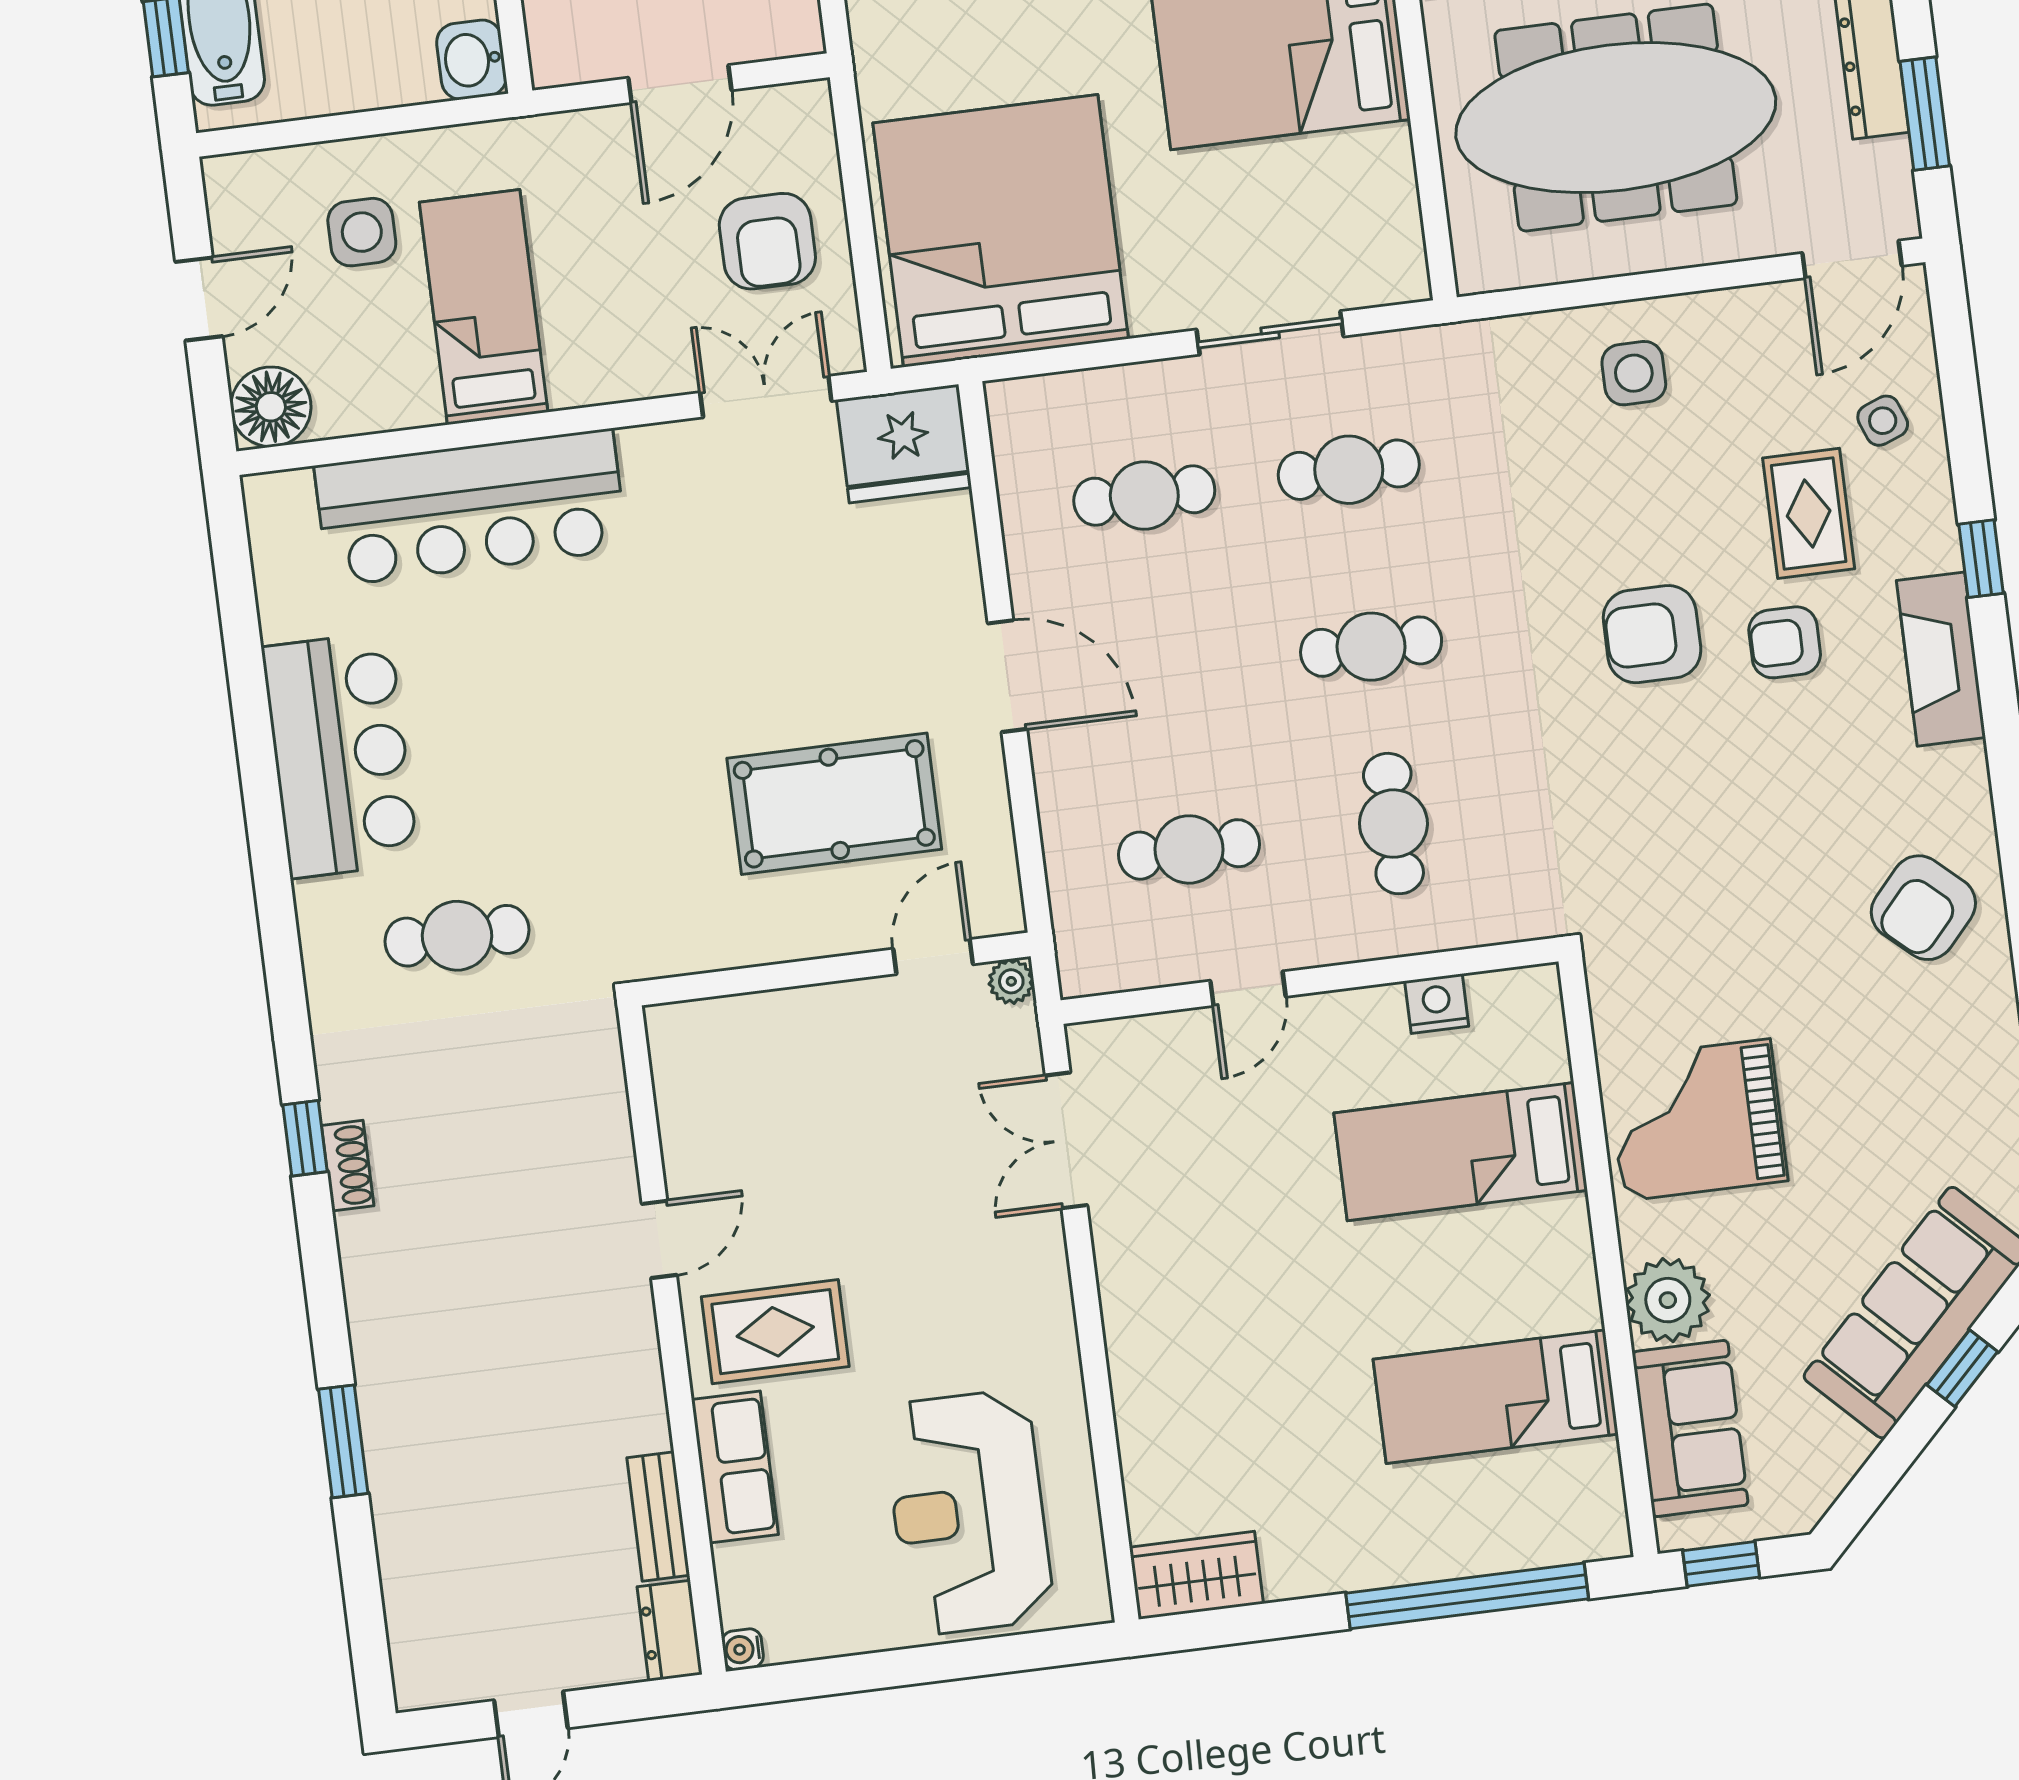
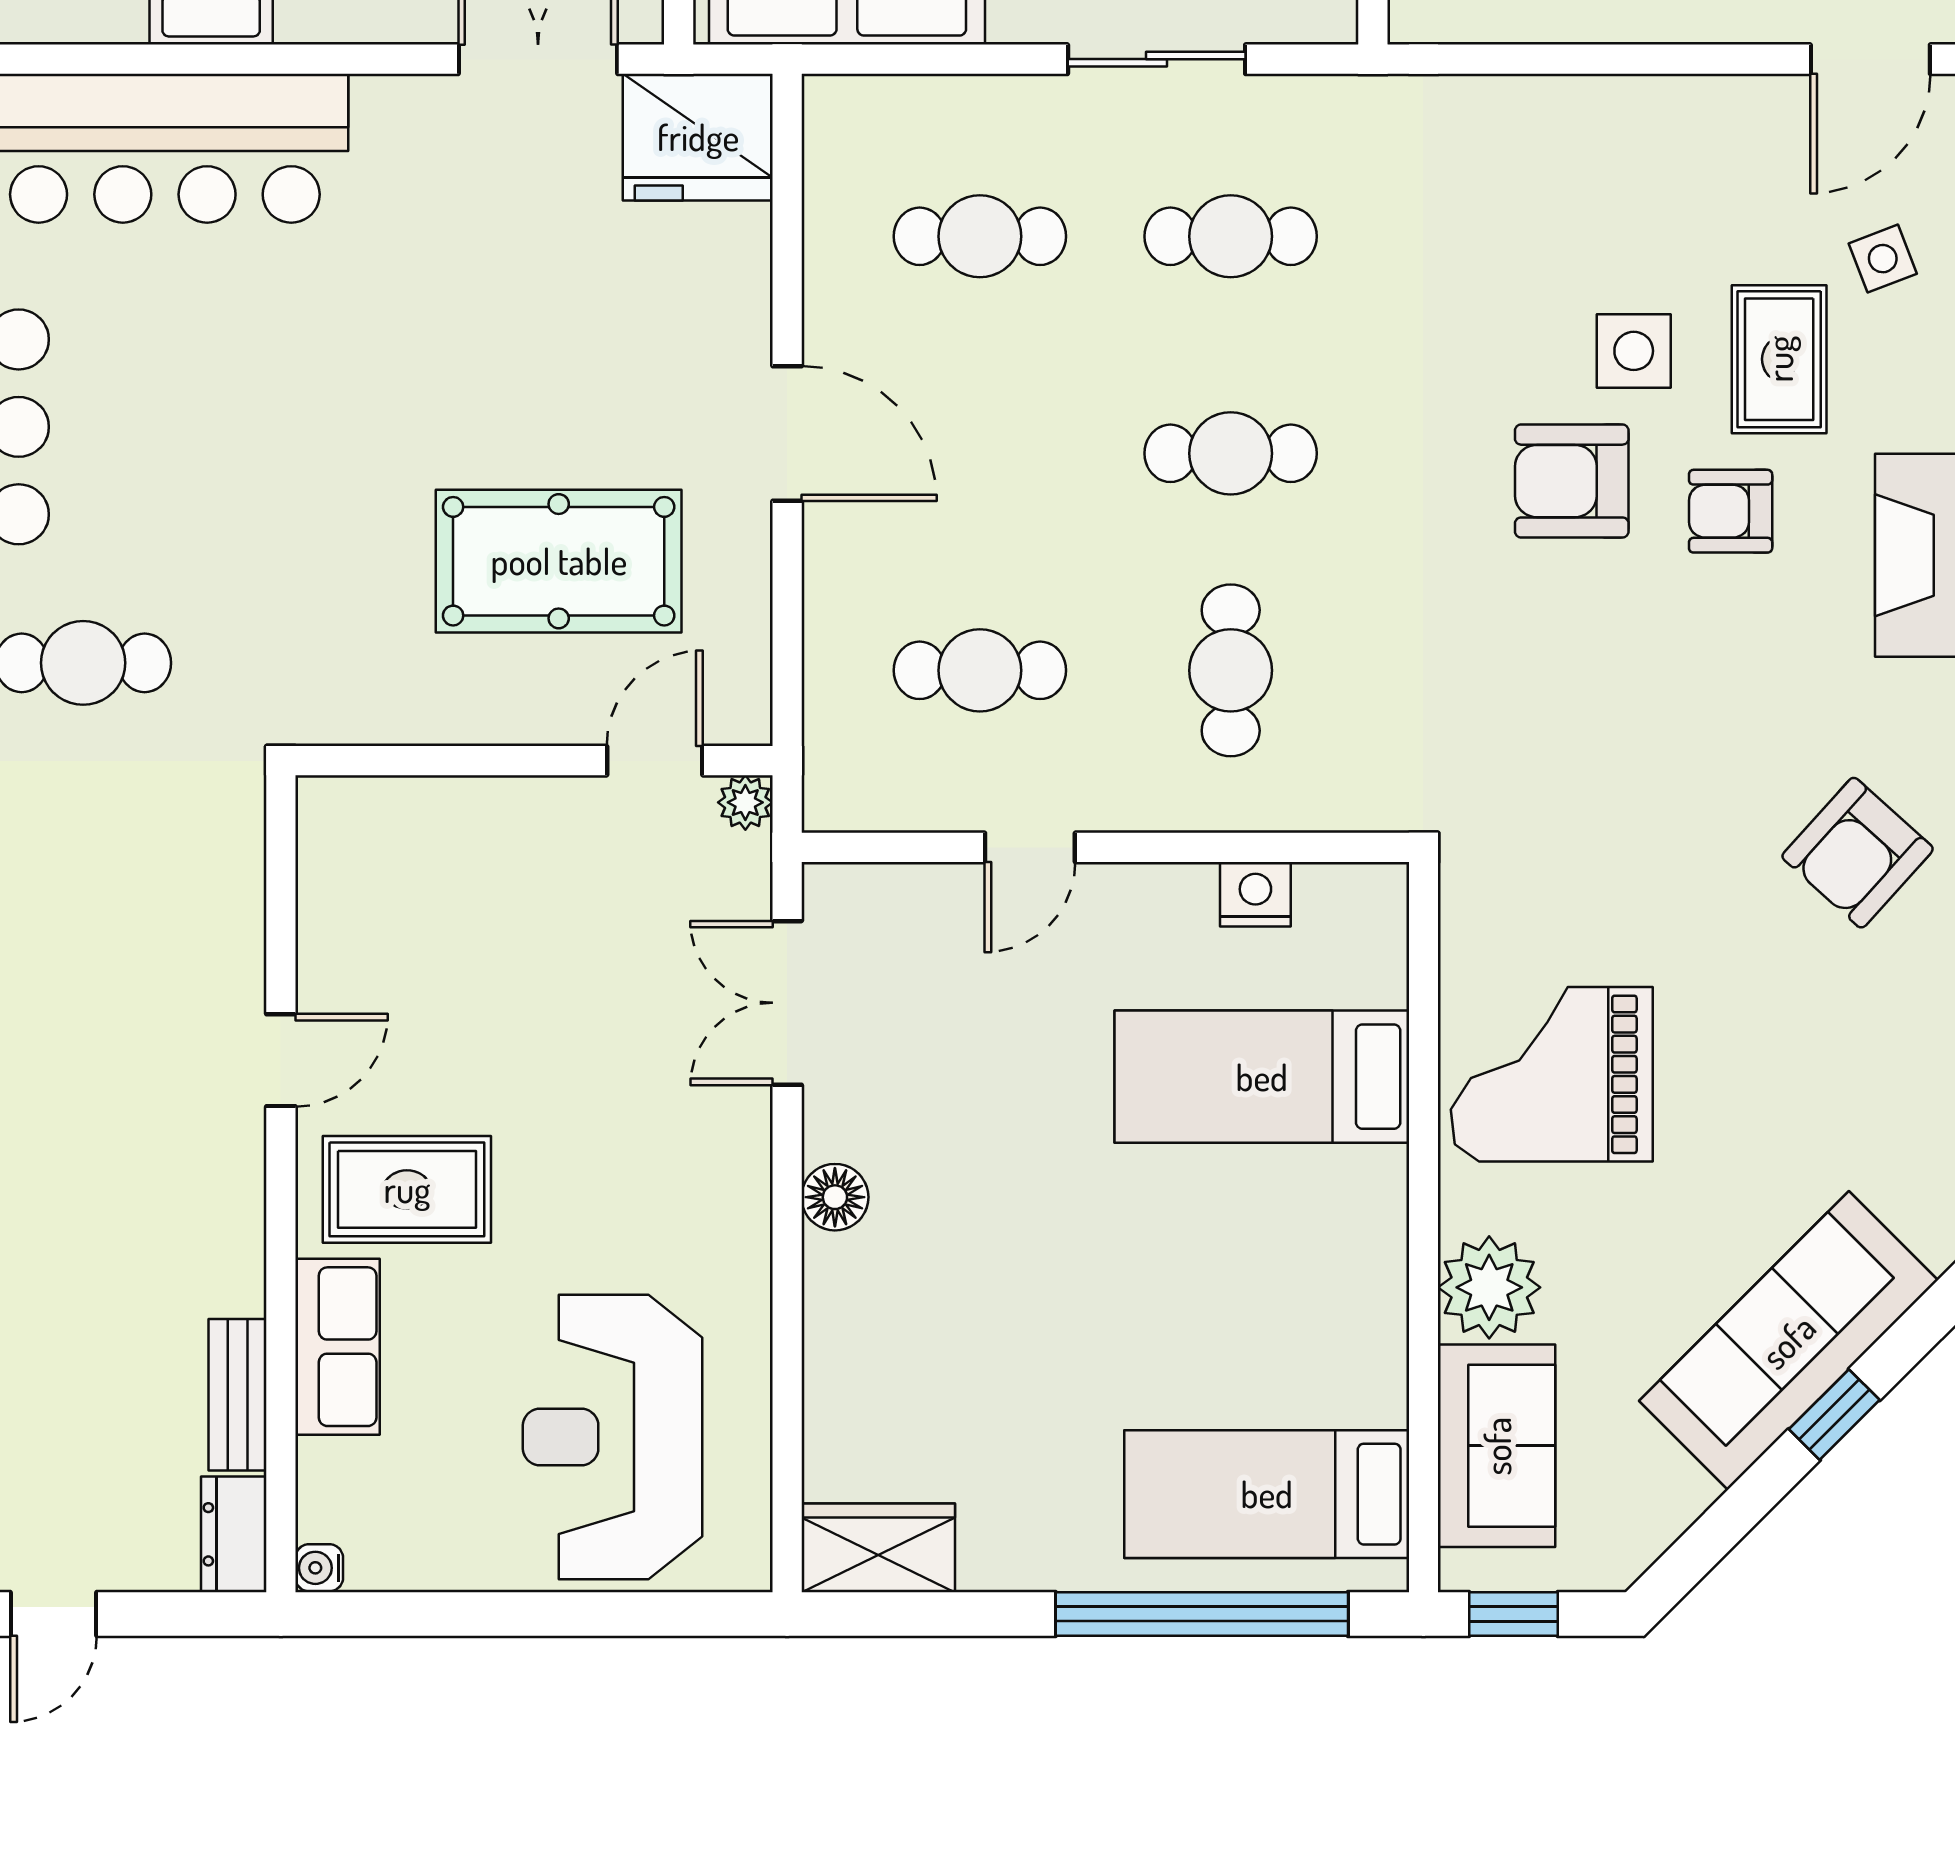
side table: (1634, 373) -> (1634, 351), moved
floor lamp: (1125, 1294) -> (835, 1197), added
bed: (1496, 1397) -> (1267, 1494), moved

